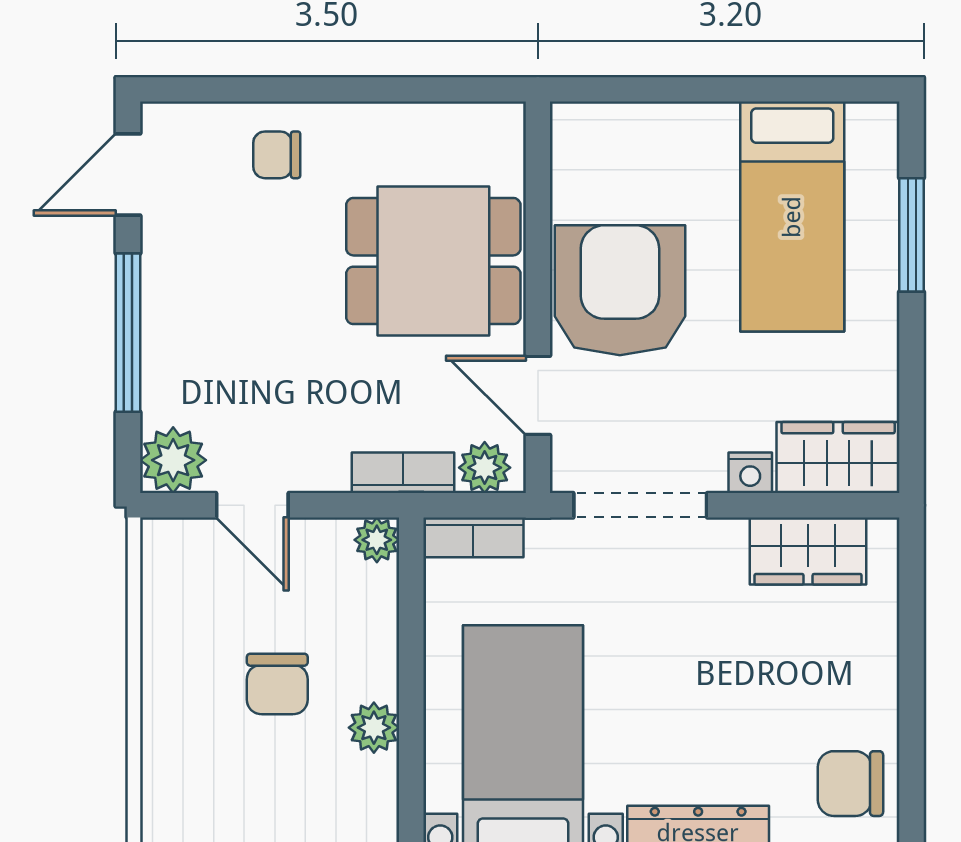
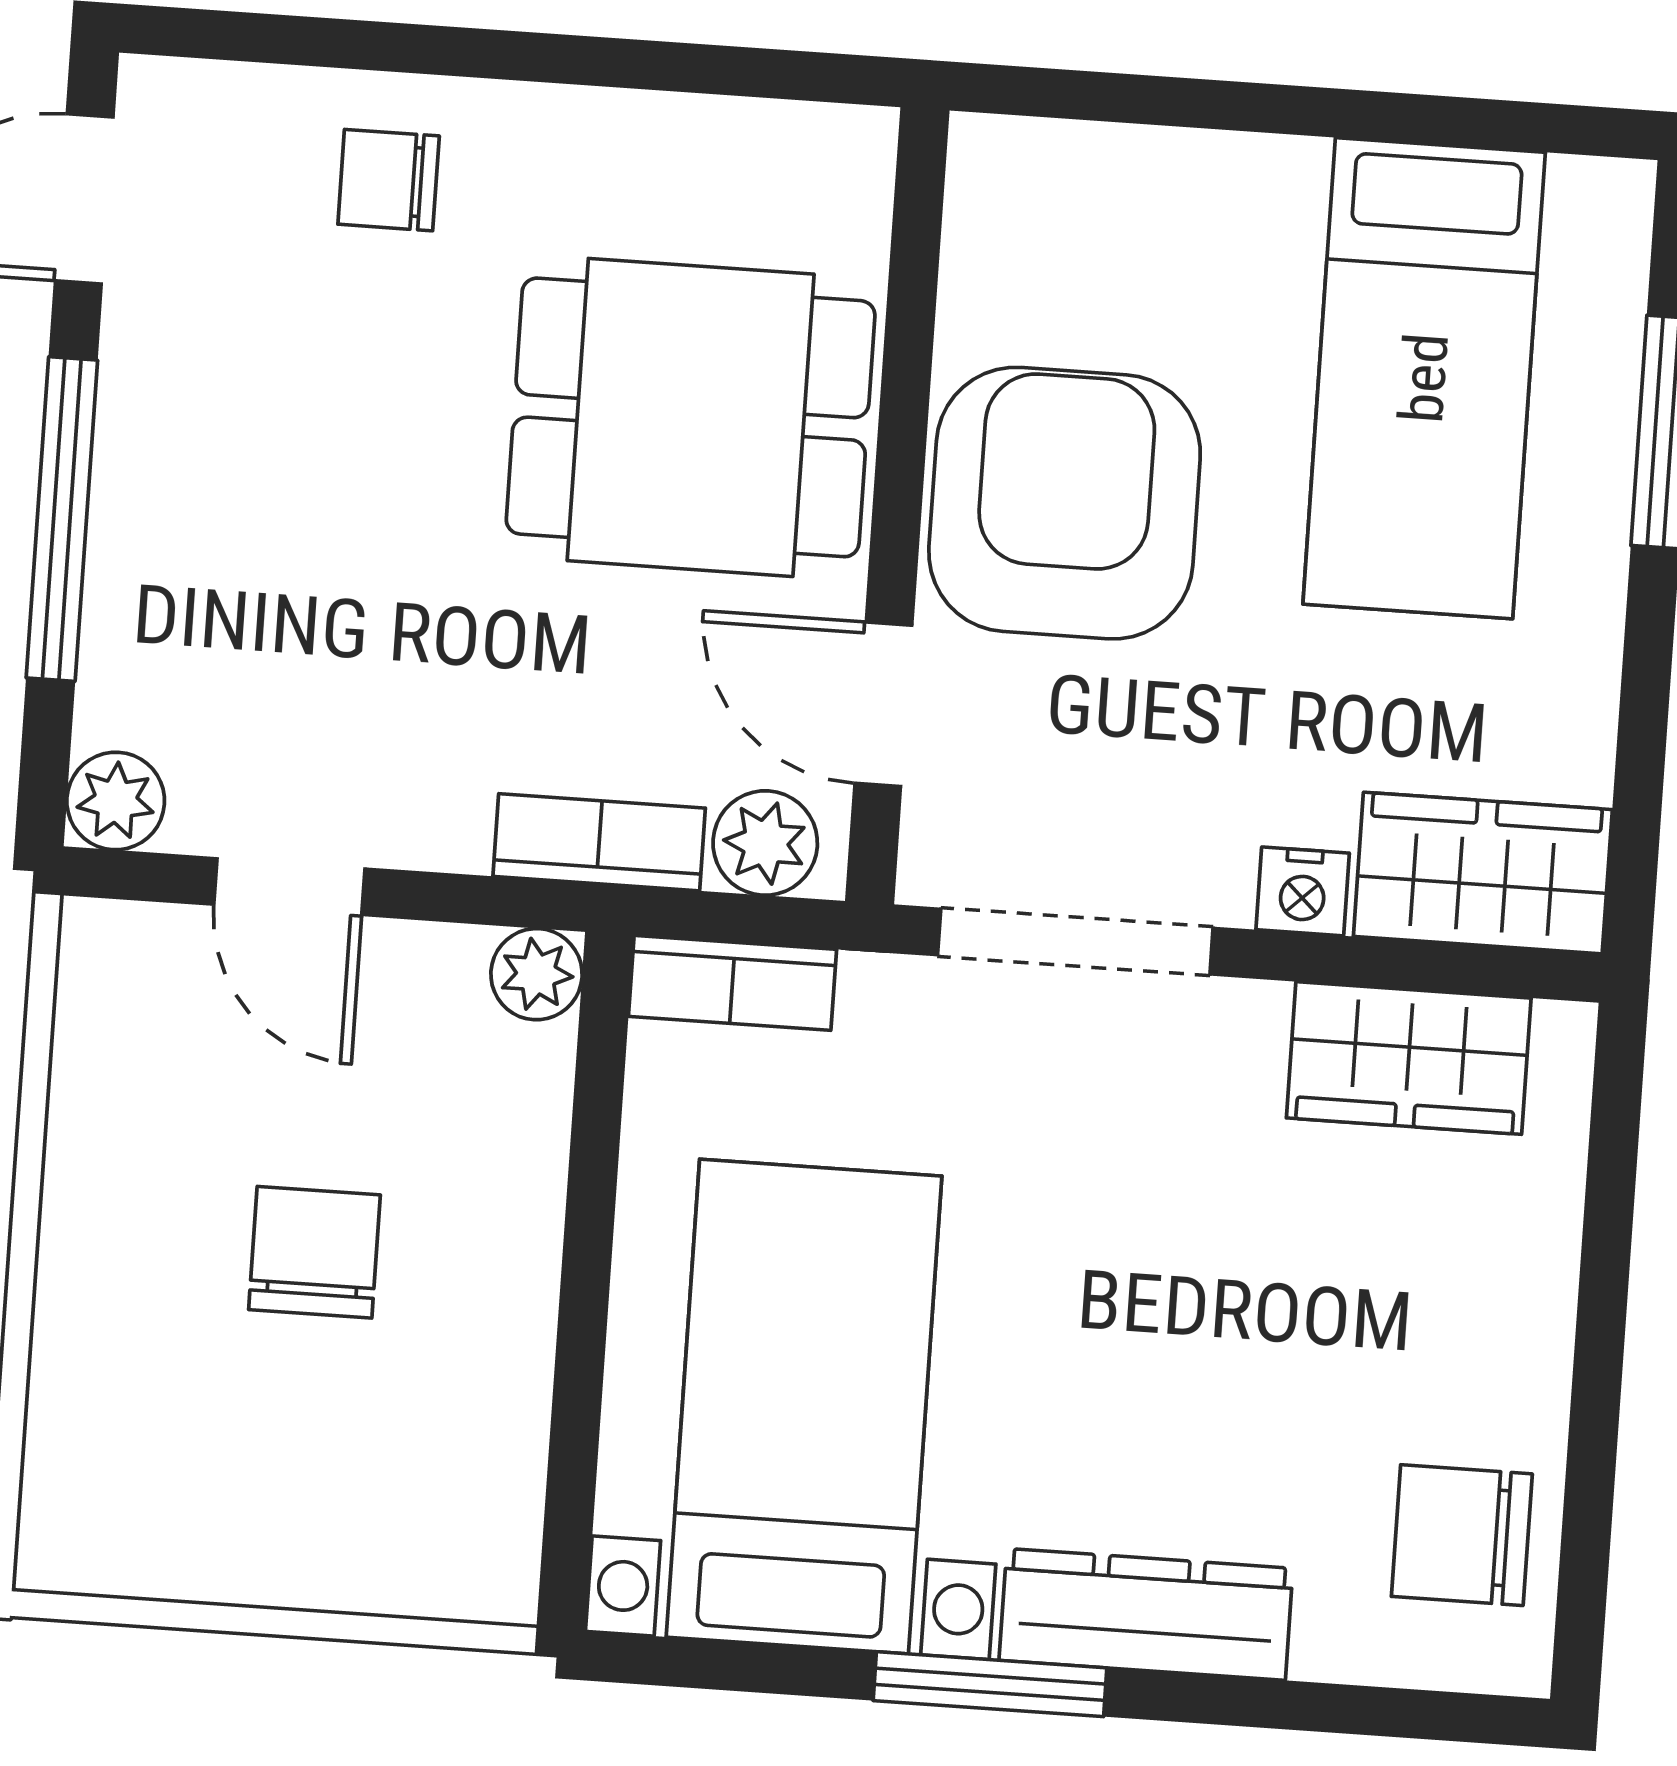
plant: (173, 460) -> (116, 801), width x0.73, depth x0.73
chair: (277, 684) -> (314, 1252), turned 180
plant: (374, 728) -> (504, 1354), removed

